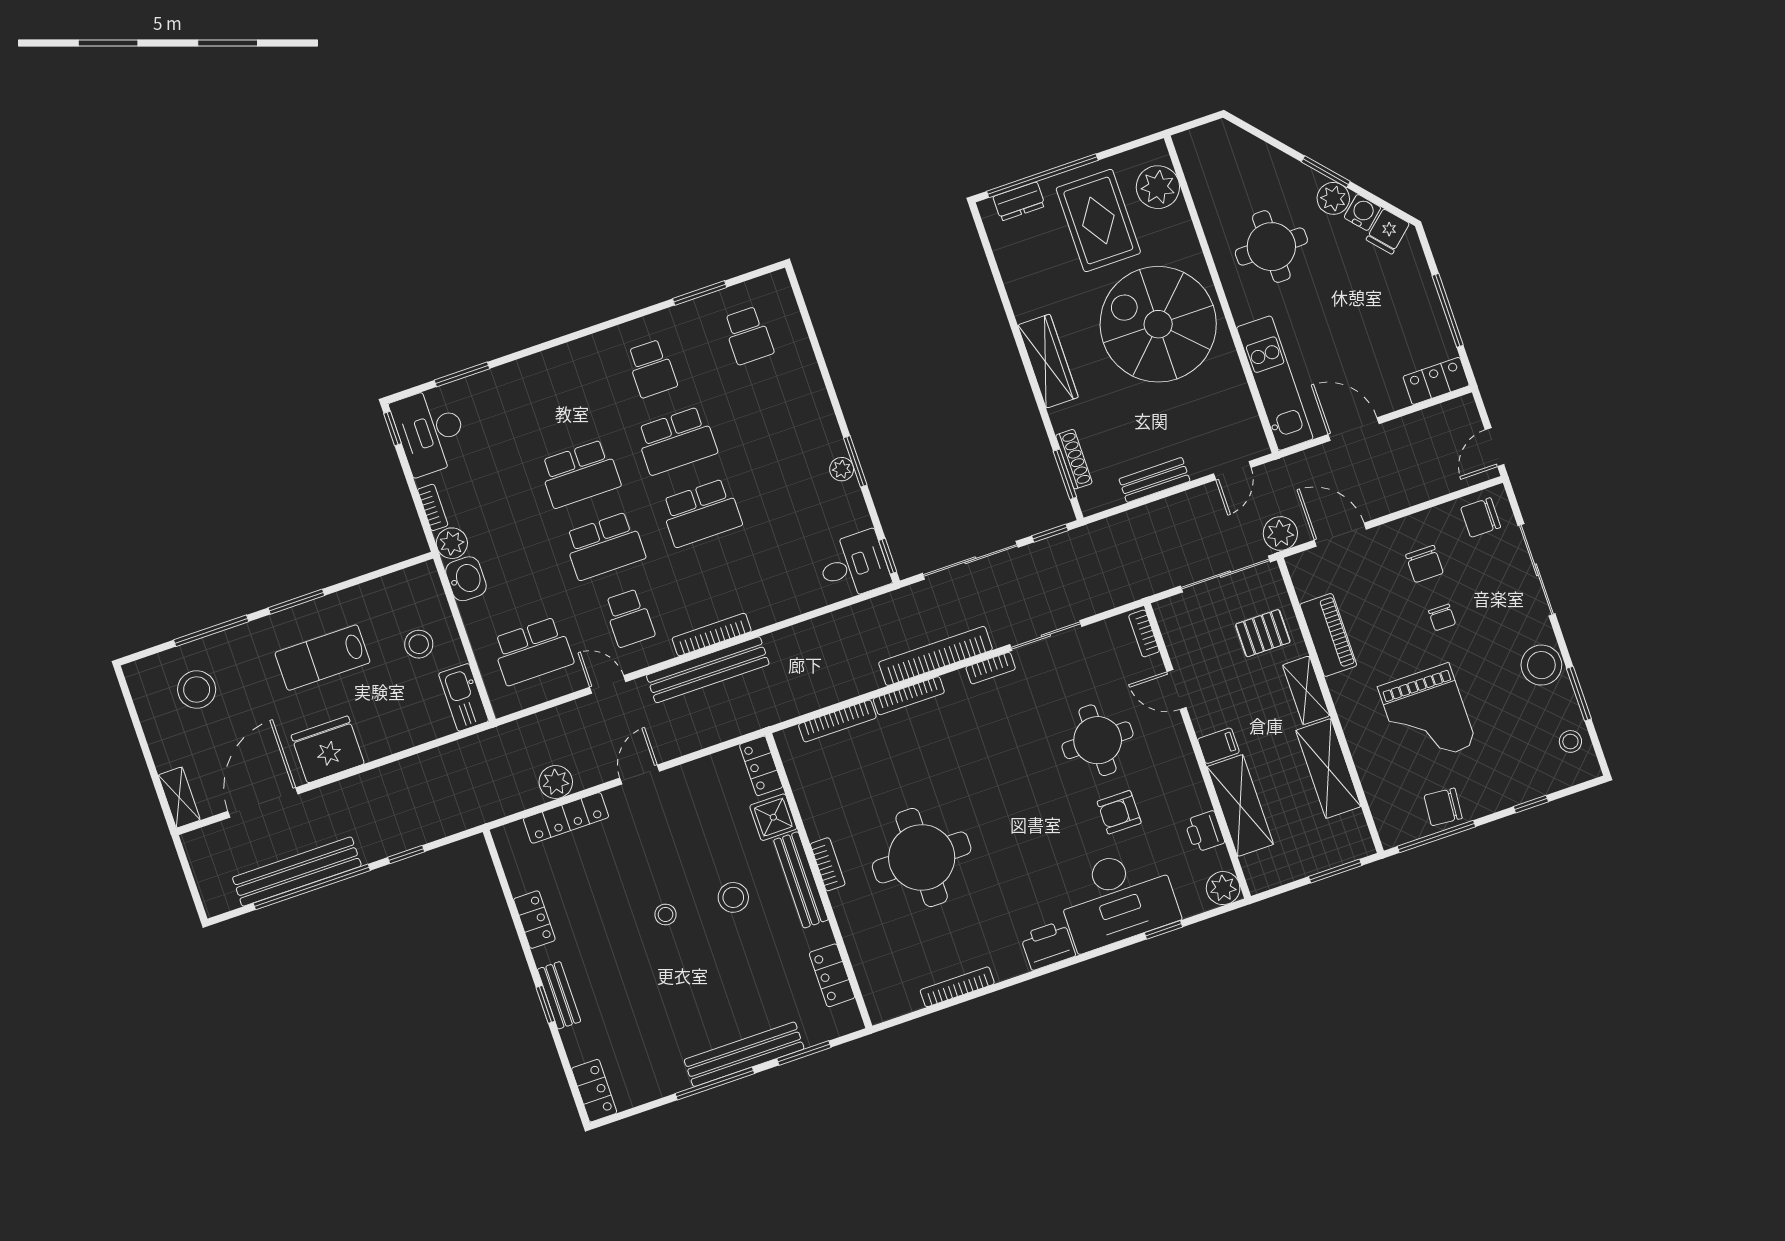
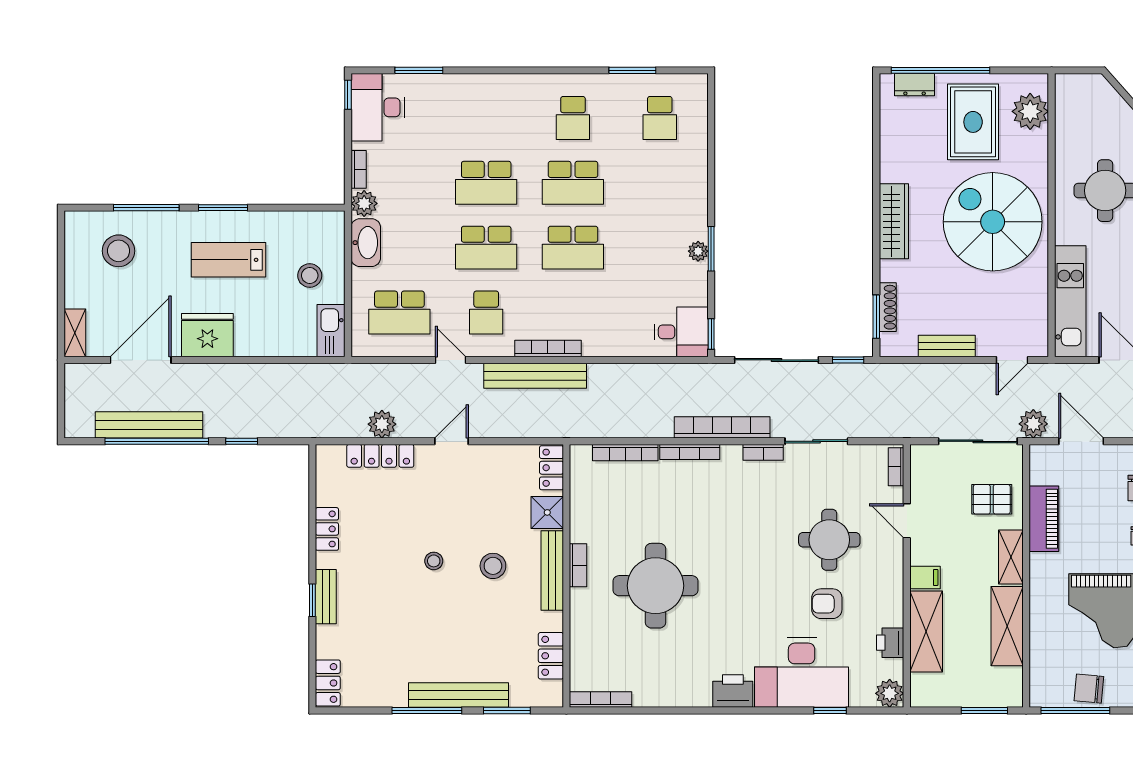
washbasin: (466, 579) -> (366, 243), width x1.38
bookcase: (957, 987) -> (600, 700), moved

